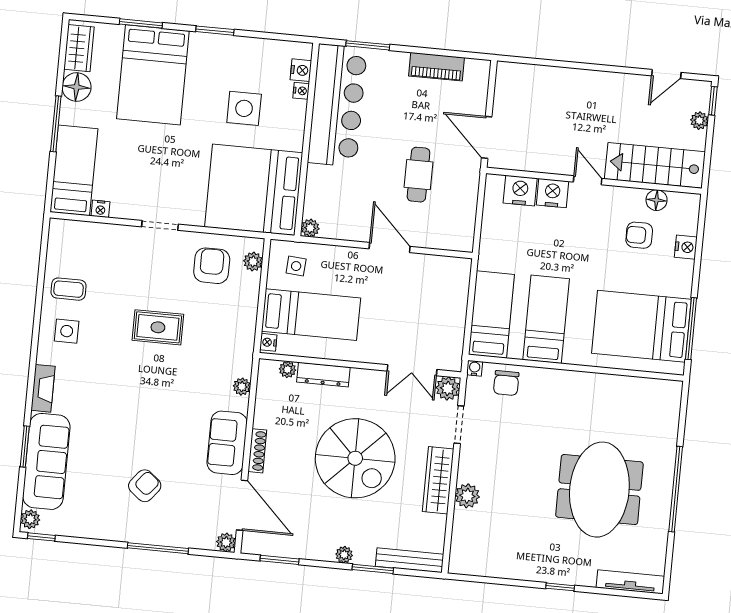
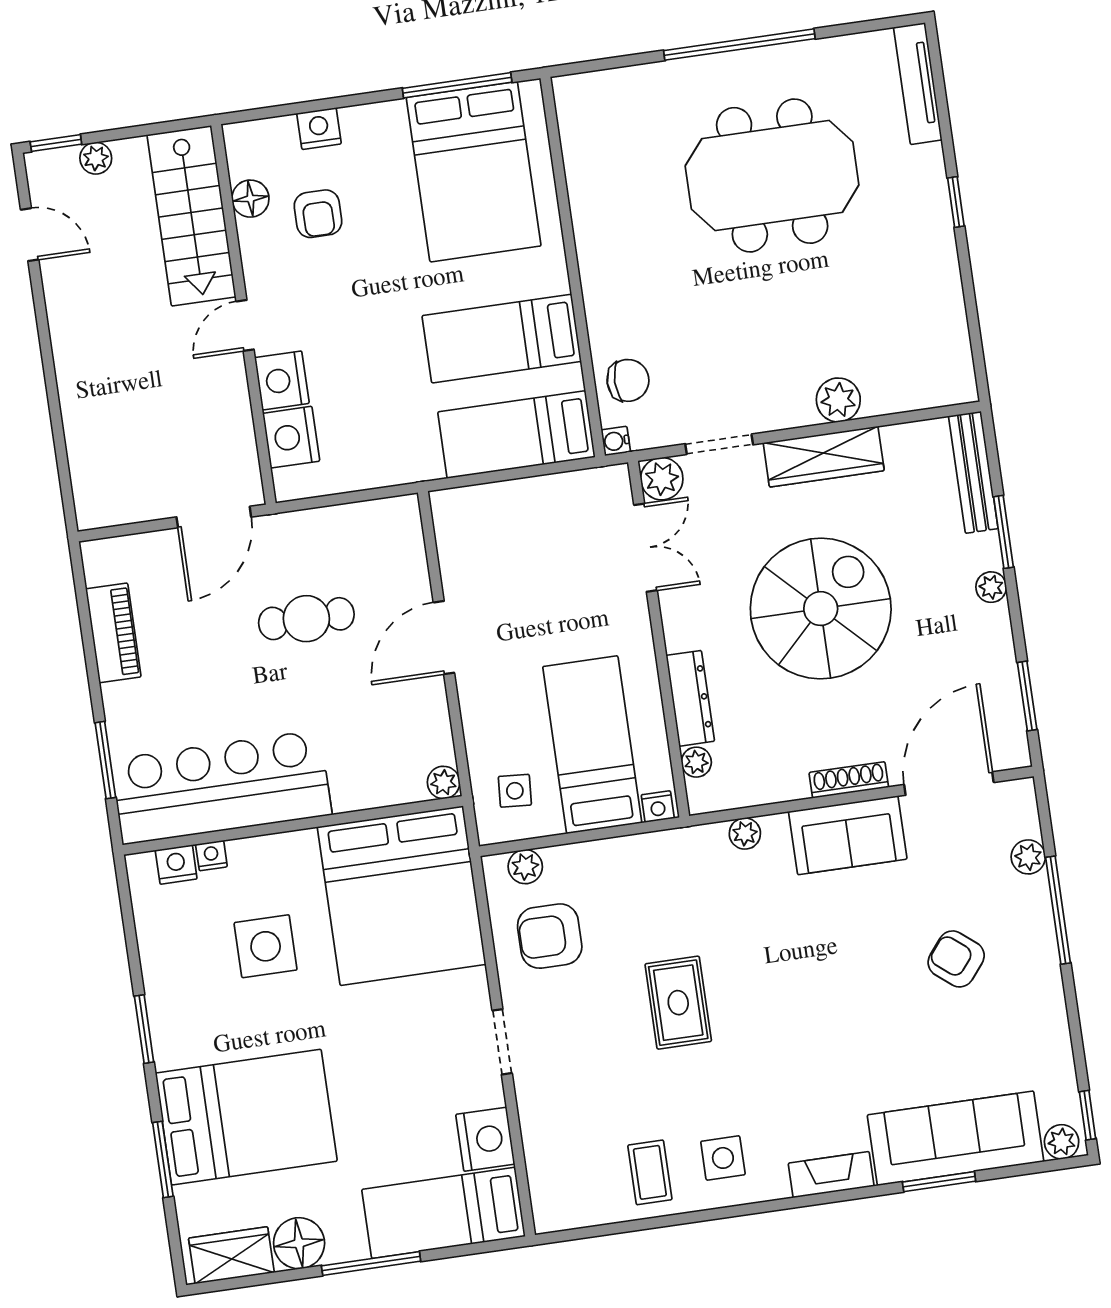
nightstand: (101, 209) -> (485, 1139), width x1.89, depth x1.79
plant: (226, 542) -> (1028, 857), moved

